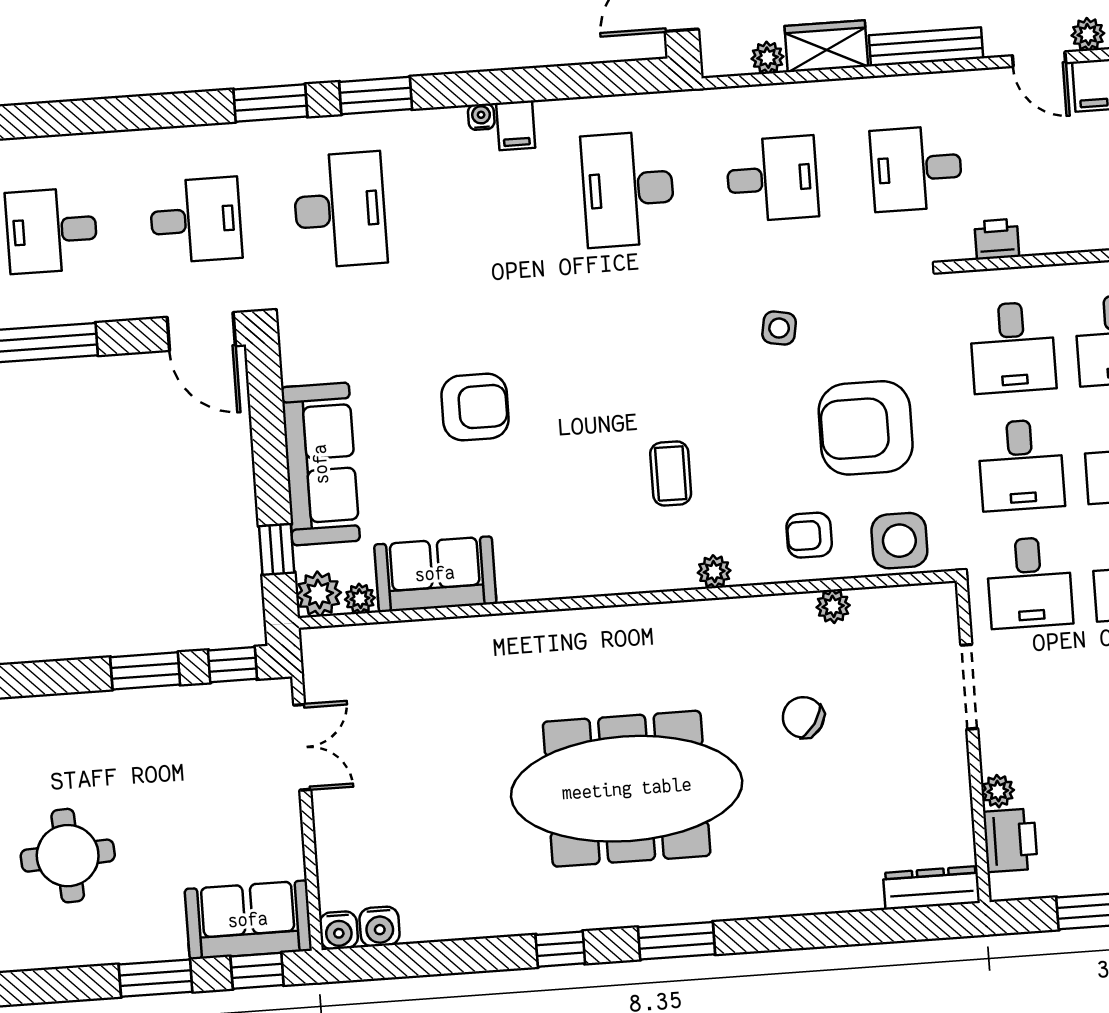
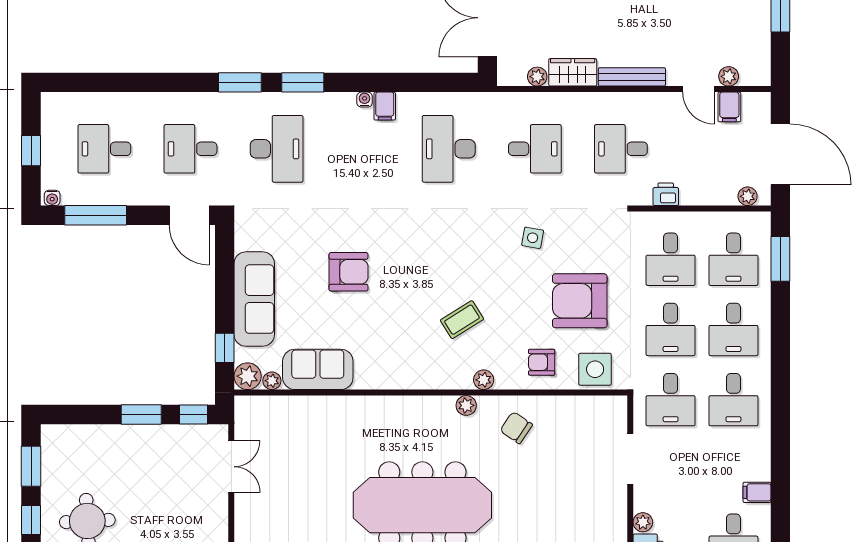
desk: (196, 220) -> (190, 149), turned 180
coffee table: (671, 474) -> (462, 320), turned 58
plant: (833, 606) -> (466, 405), moved
chair: (803, 717) -> (516, 428), moved

